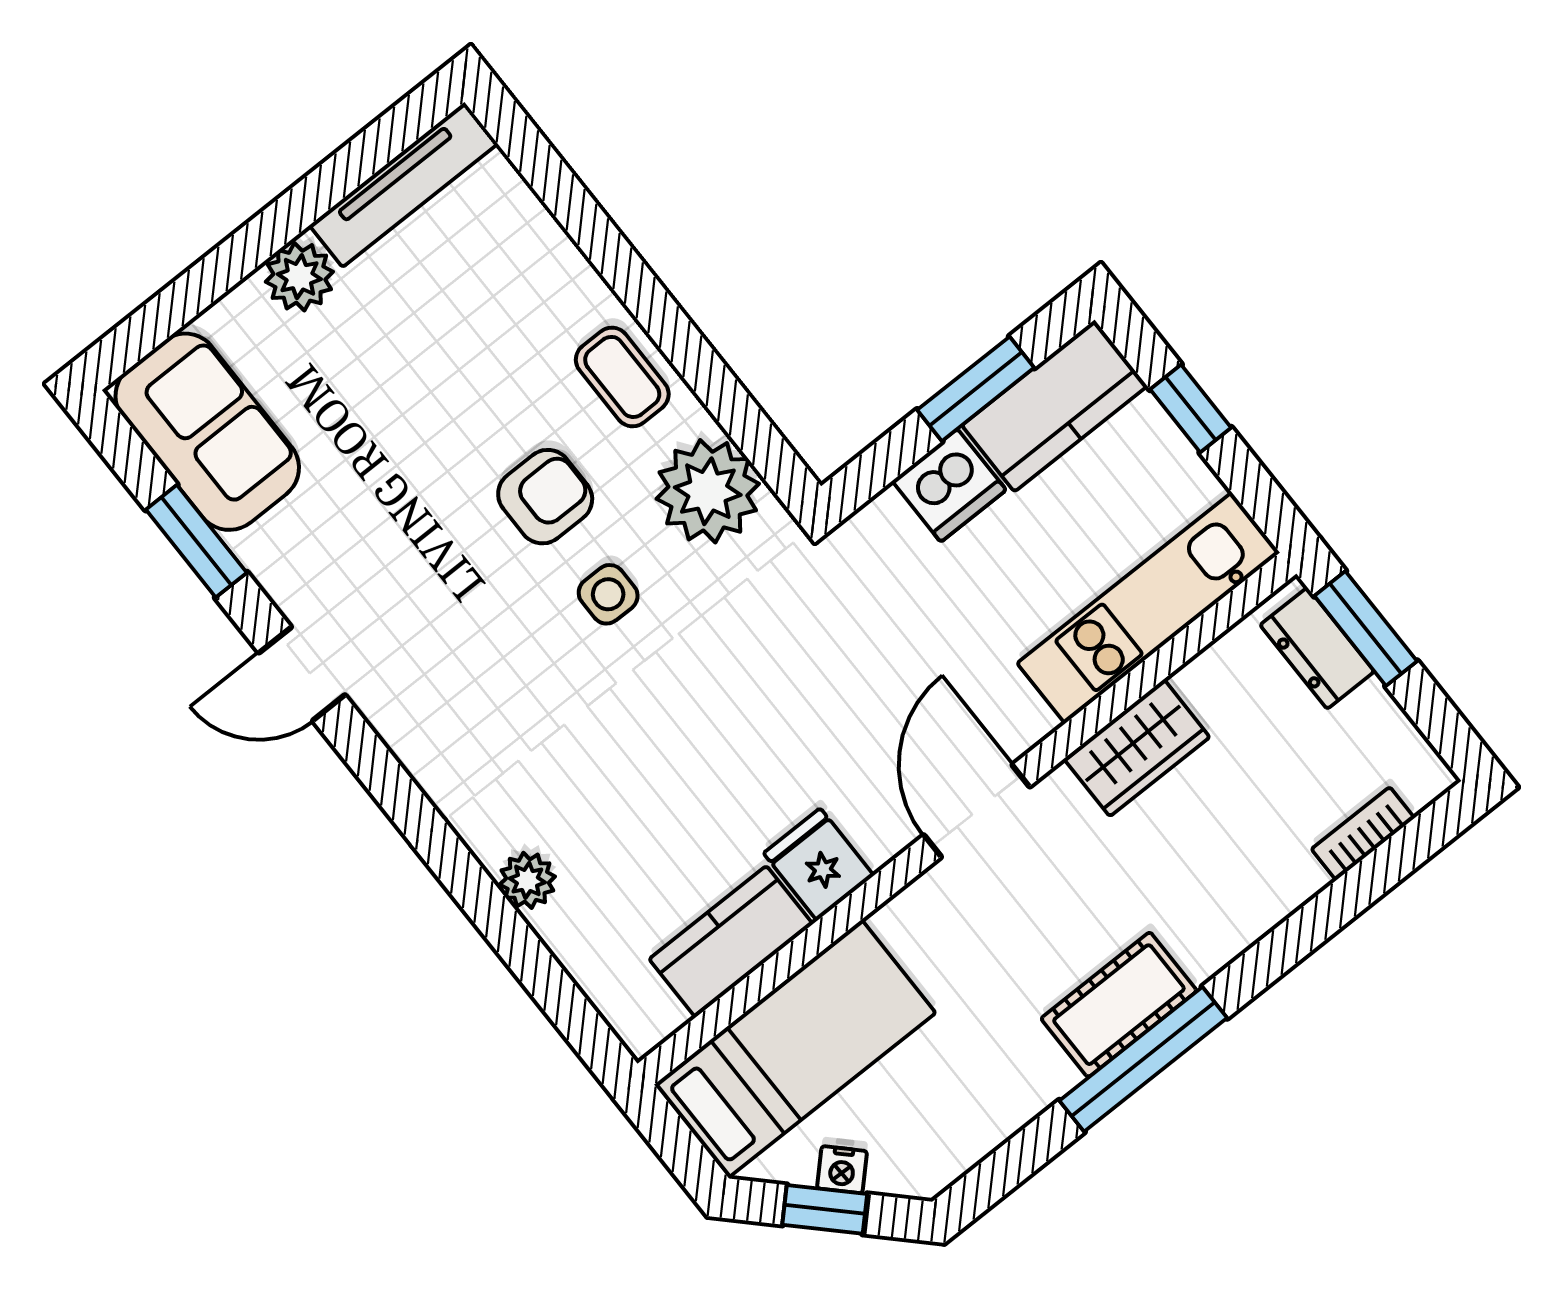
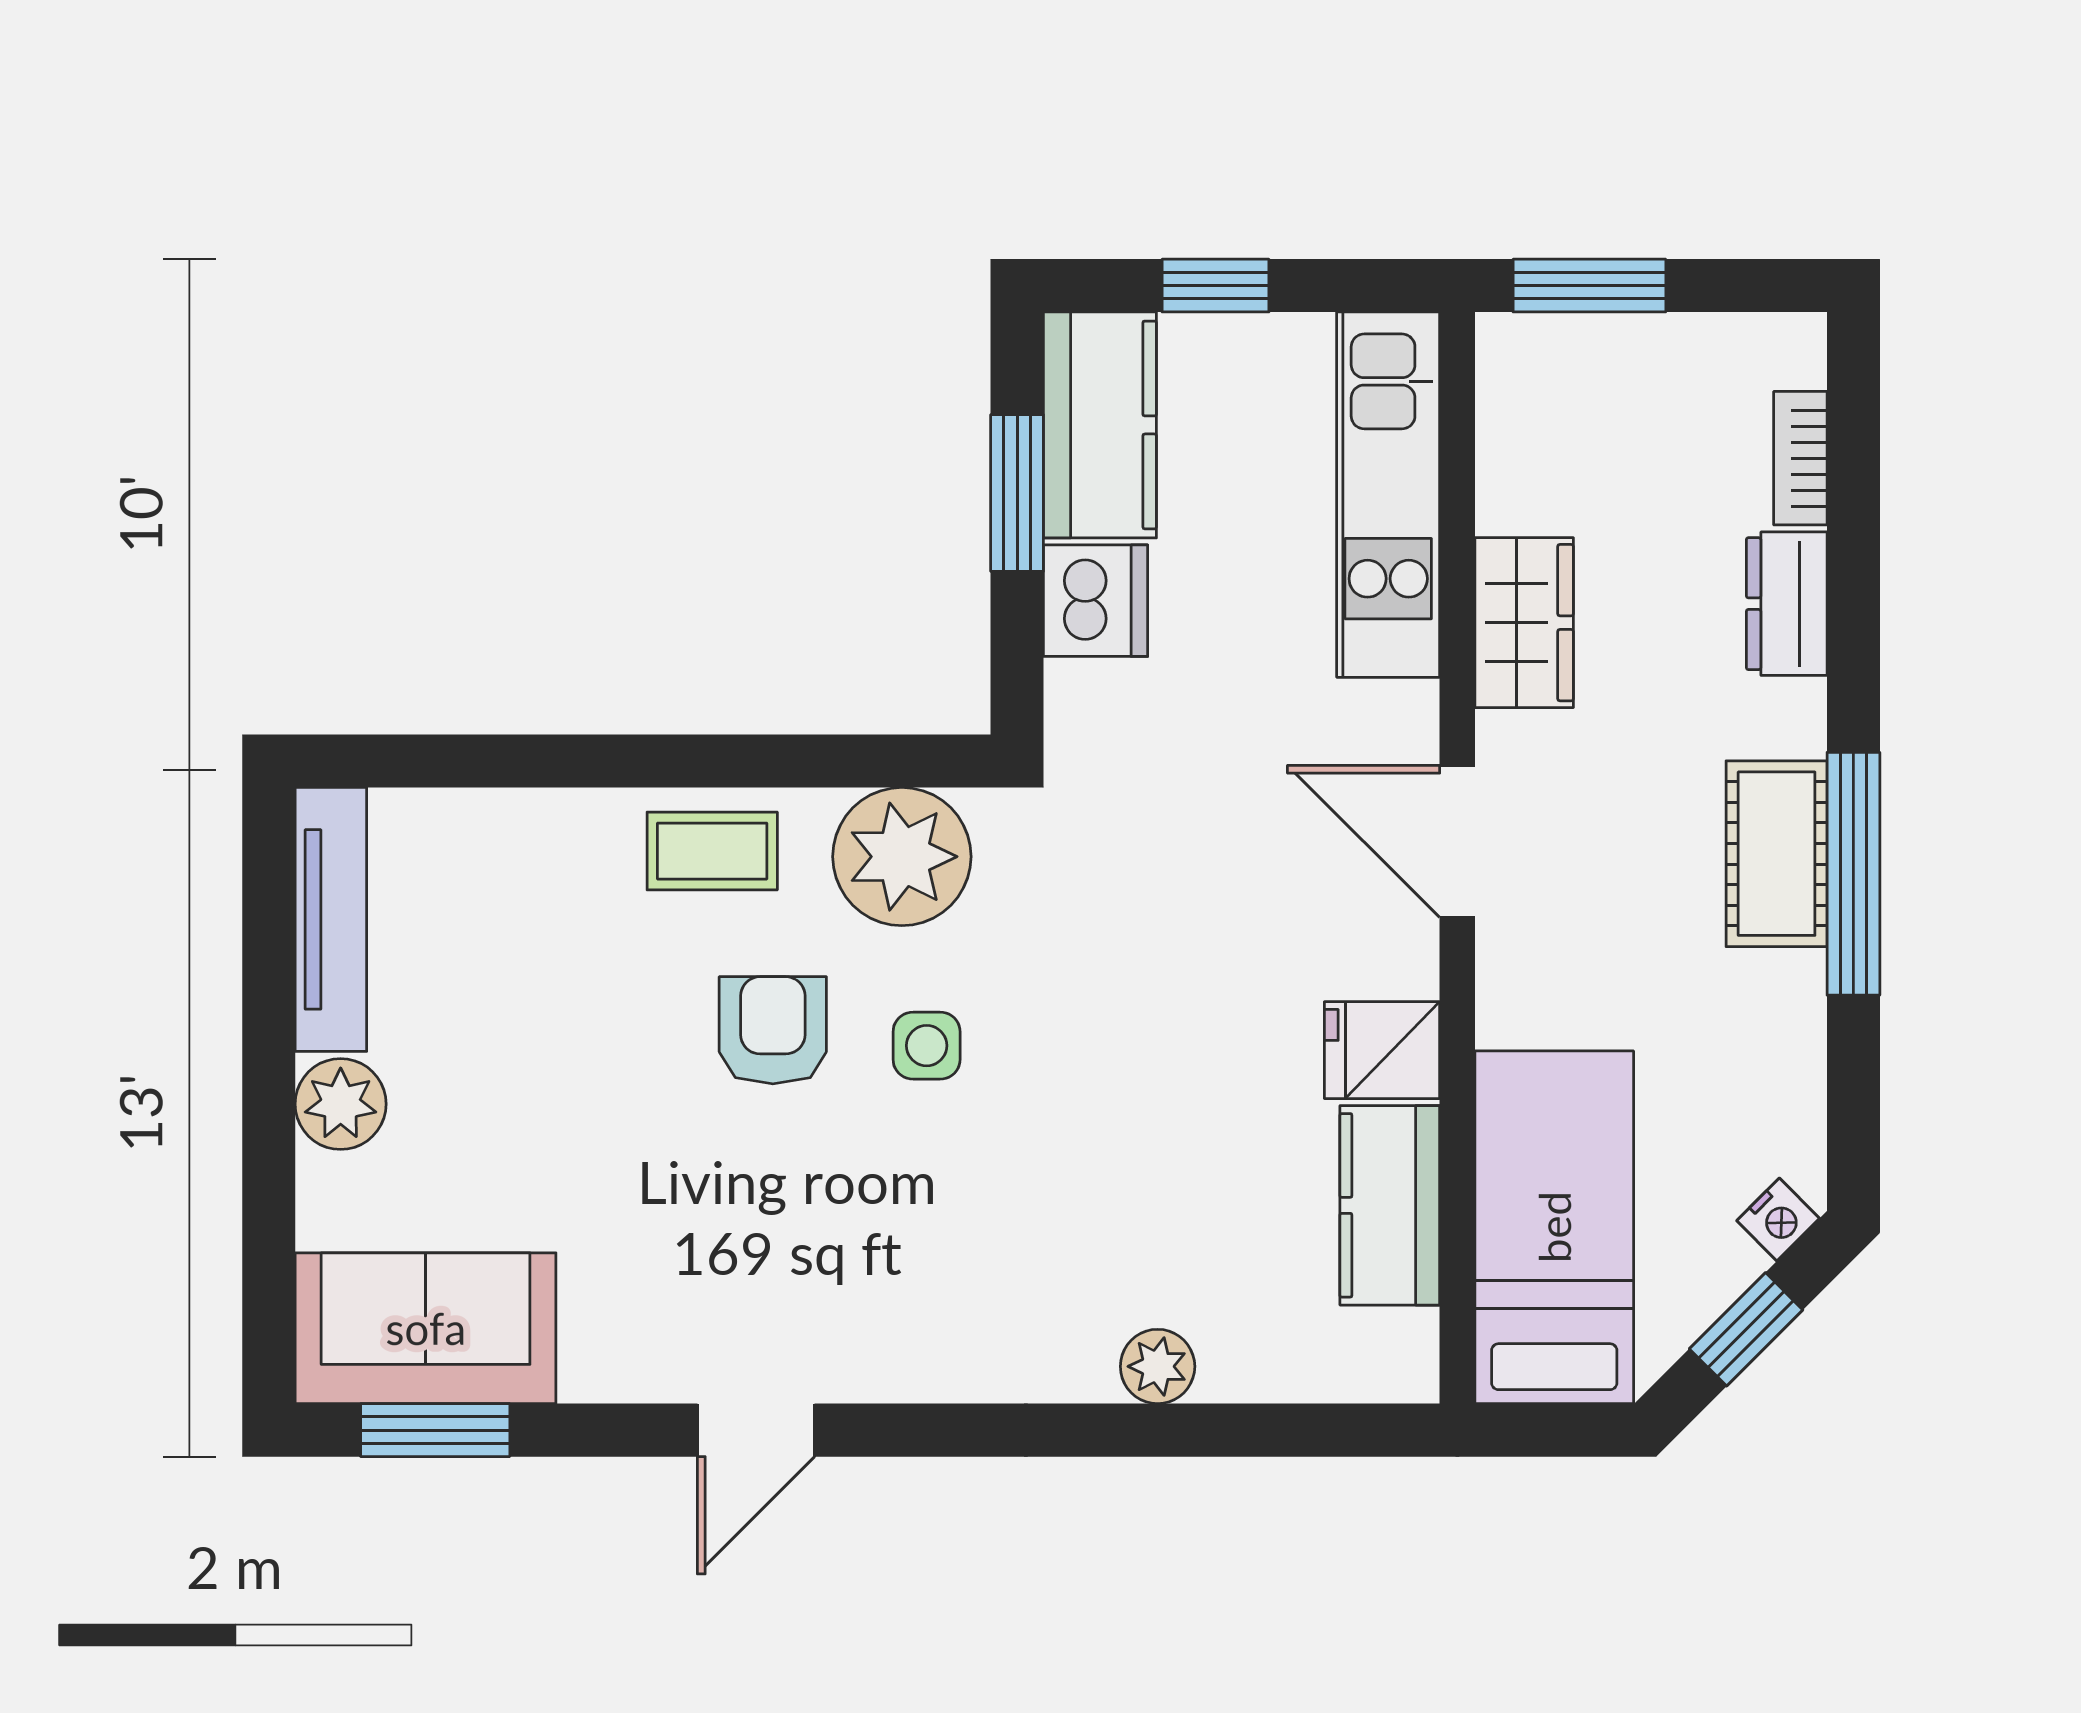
window: (196, 541) -> (435, 1430), moved
dresser: (1317, 648) -> (1787, 604), moved, turned 90
nightstand: (842, 1170) -> (1778, 1220), moved

